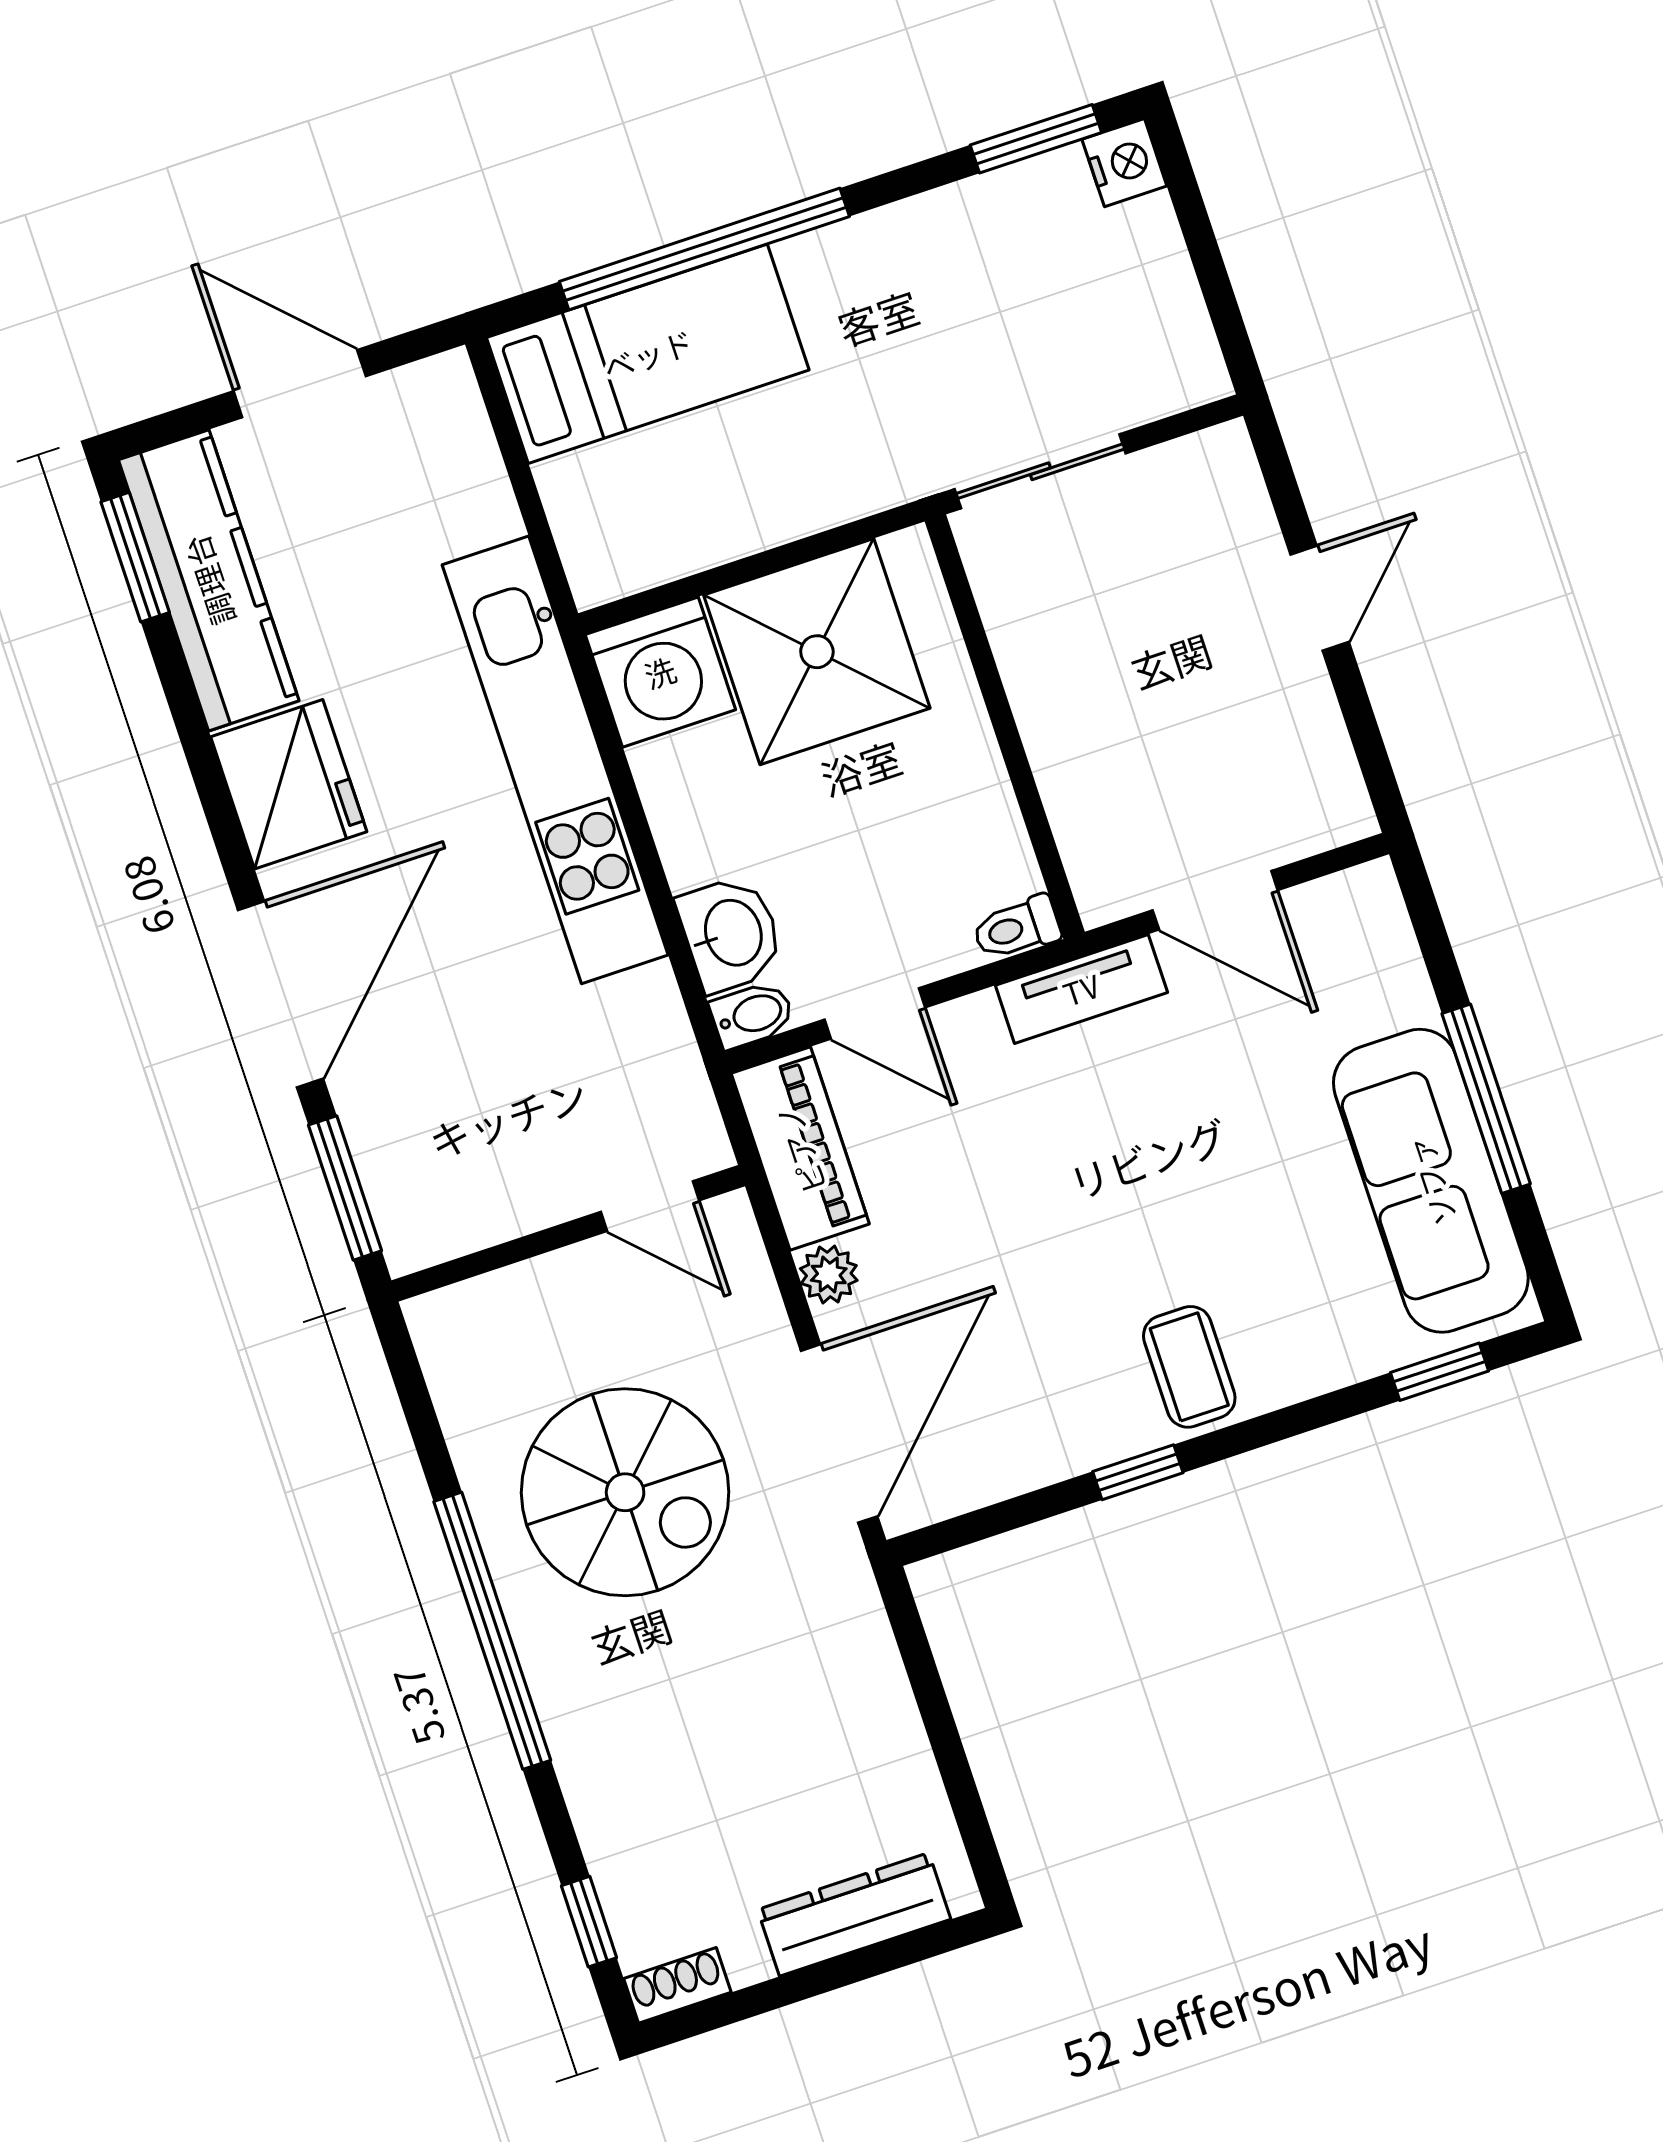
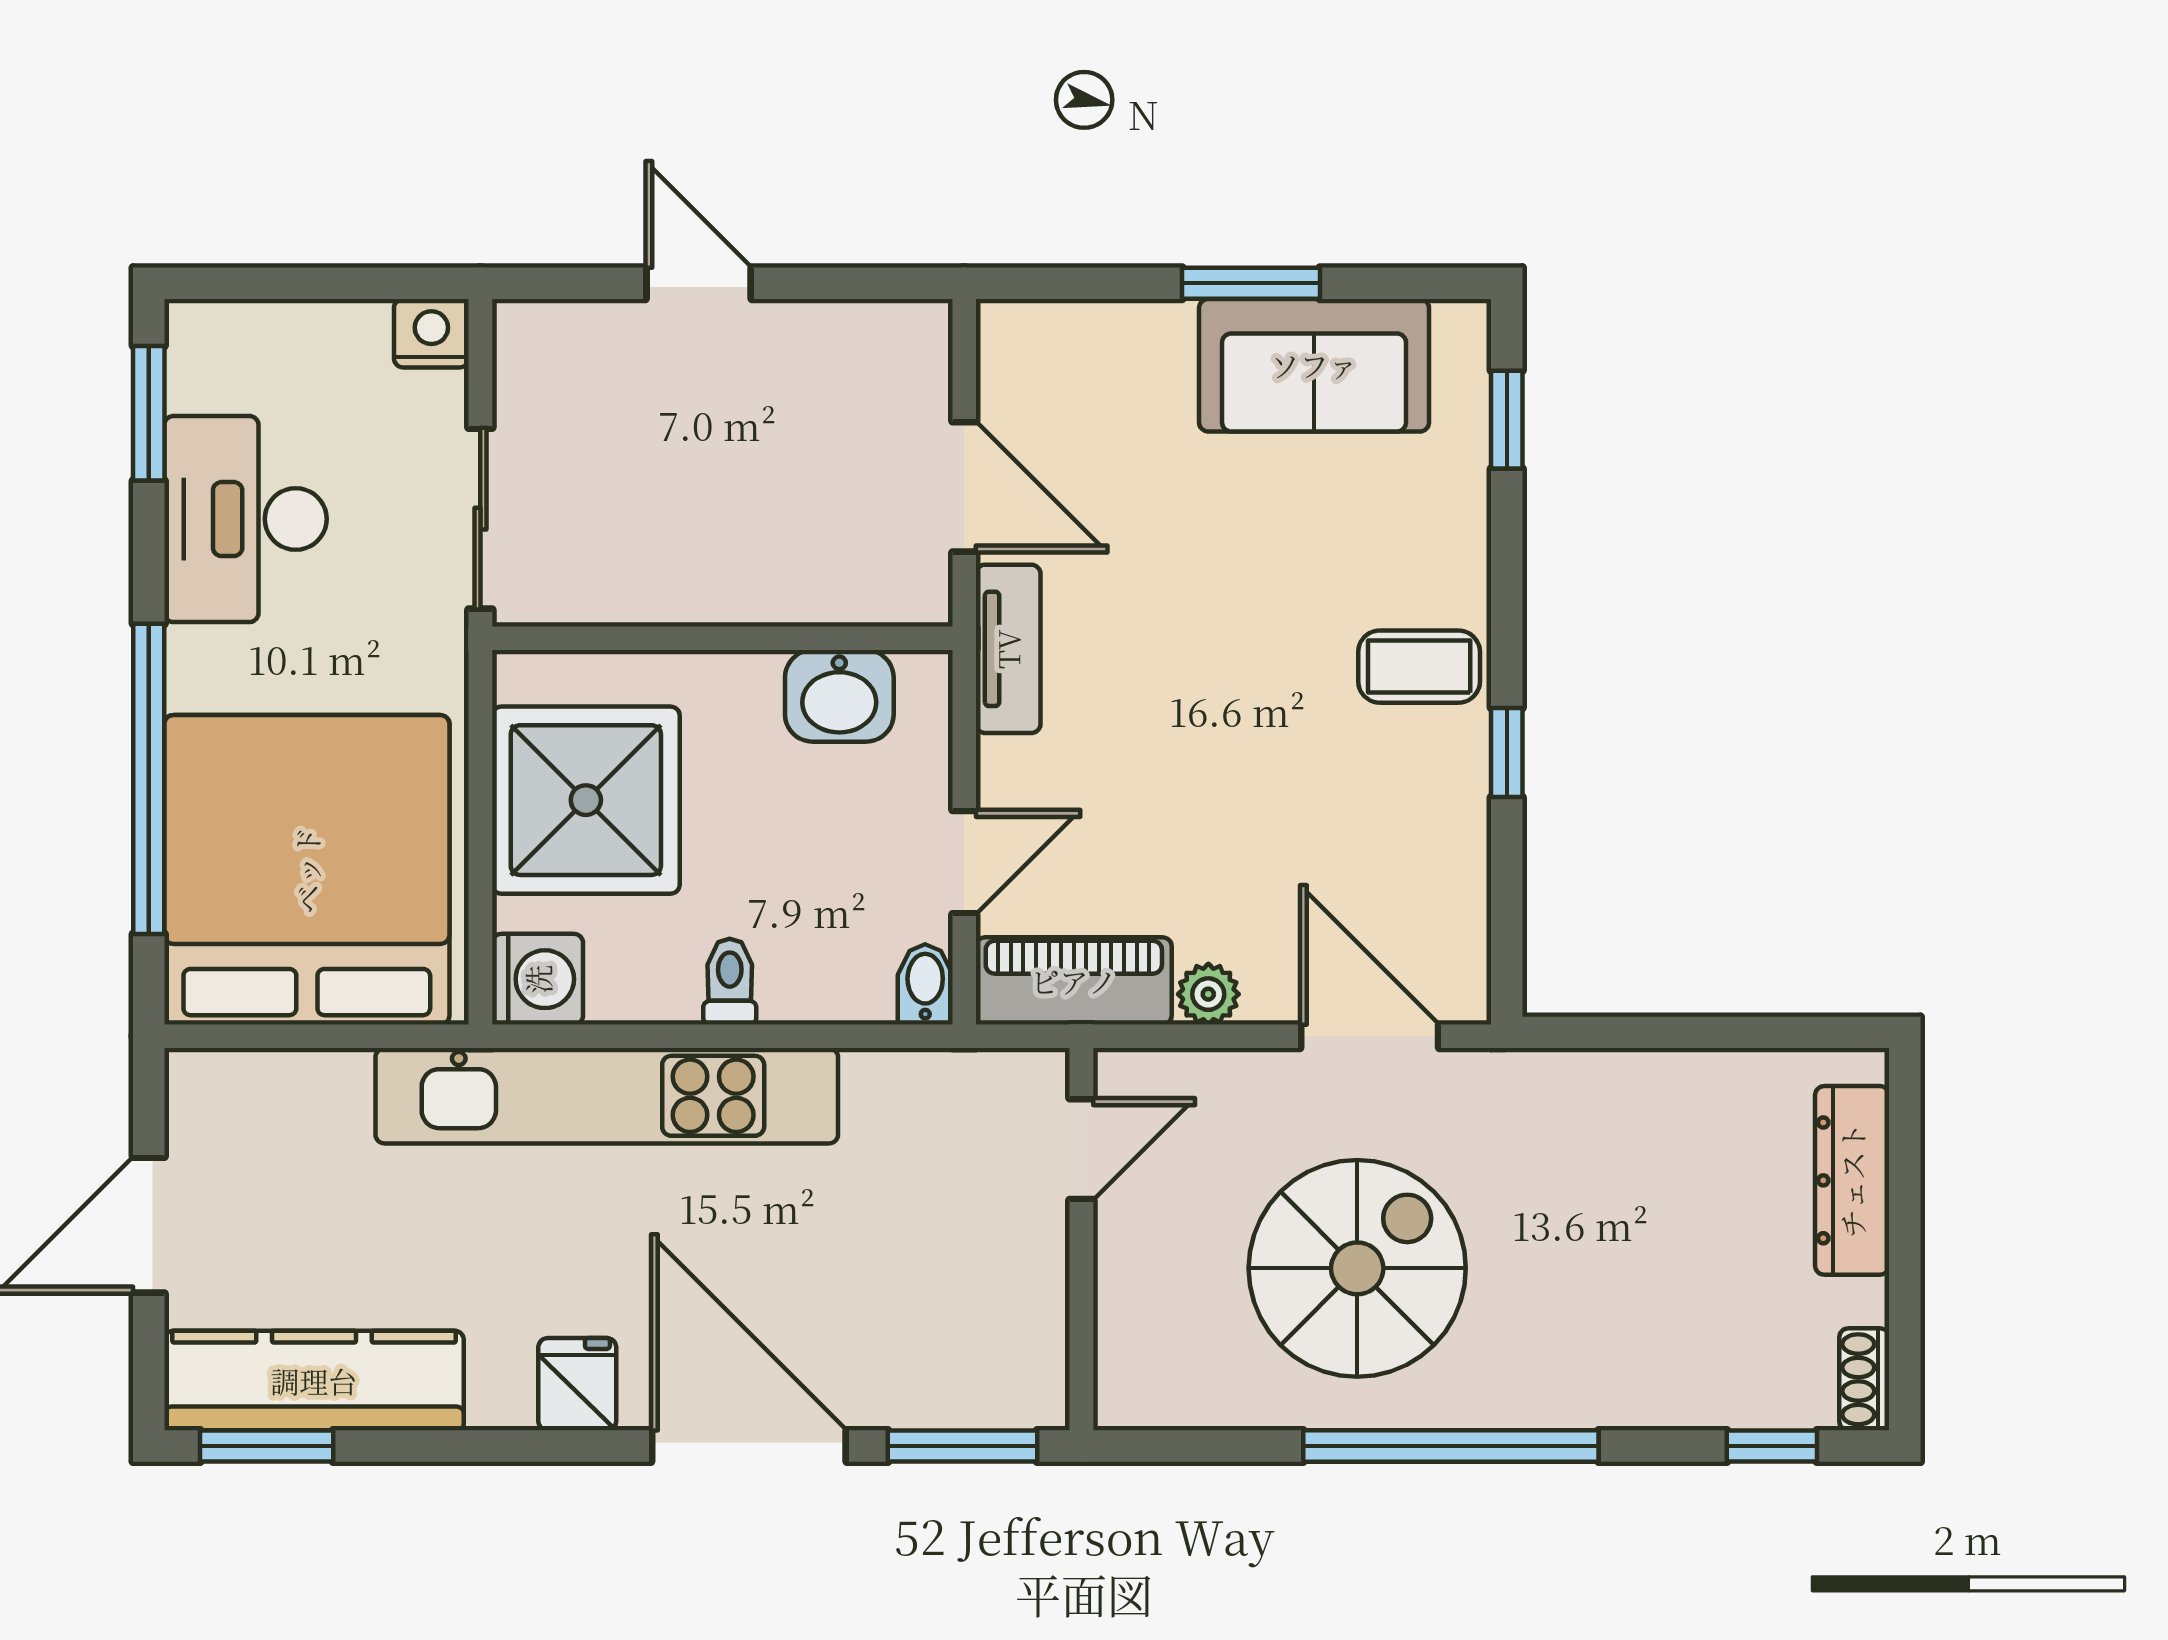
nightstand: (1124, 163) -> (431, 333), moved
desk: (969, 258) -> (245, 519), added
bed: (648, 354) -> (307, 870), width x2.04
washing machine: (660, 672) -> (538, 979), width x0.73, depth x0.73
fridge: (289, 784) -> (577, 1384), width x0.53, depth x0.75
door: (1215, 900) -> (964, 487), hinge flipped
toilet: (1017, 928) -> (730, 982), moved, turned 180
washbasin: (731, 934) -> (839, 696), moved, turned 180
window: (1486, 1099) -> (1251, 283), width x0.69
sofa: (1431, 1181) -> (1314, 365), width x0.73
door: (839, 1433) -> (1370, 1036), width x0.73

